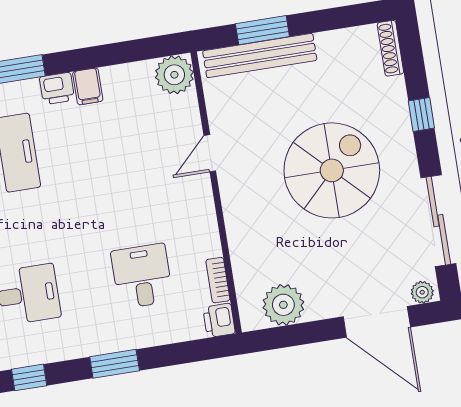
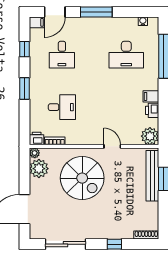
printer: (57, 88) -> (152, 110), moved
spiral stairs: (332, 170) -> (82, 178), moved
plant: (422, 292) -> (35, 153), moved

